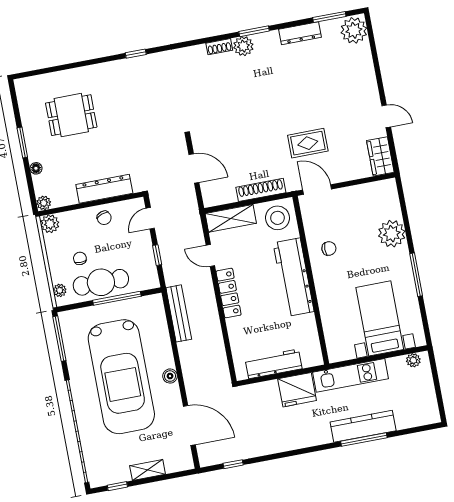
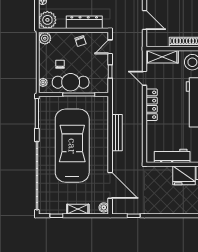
plant: (44, 203) -> (47, 20), width x1.87, depth x1.87
bench: (179, 313) -> (117, 133), moved
boiler: (170, 376) -> (104, 207), moved
car: (121, 377) -> (72, 146), turned 180

